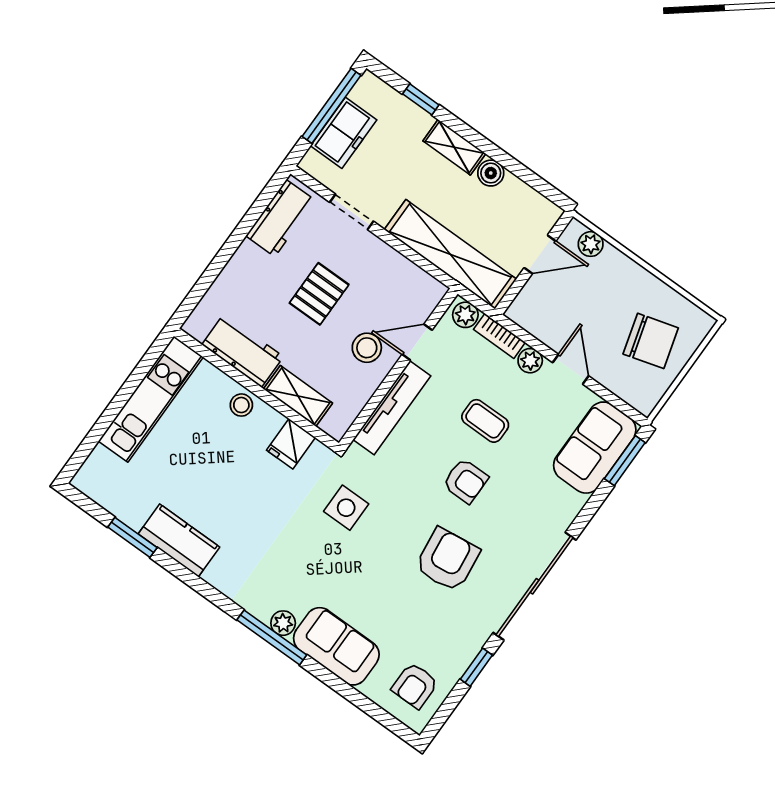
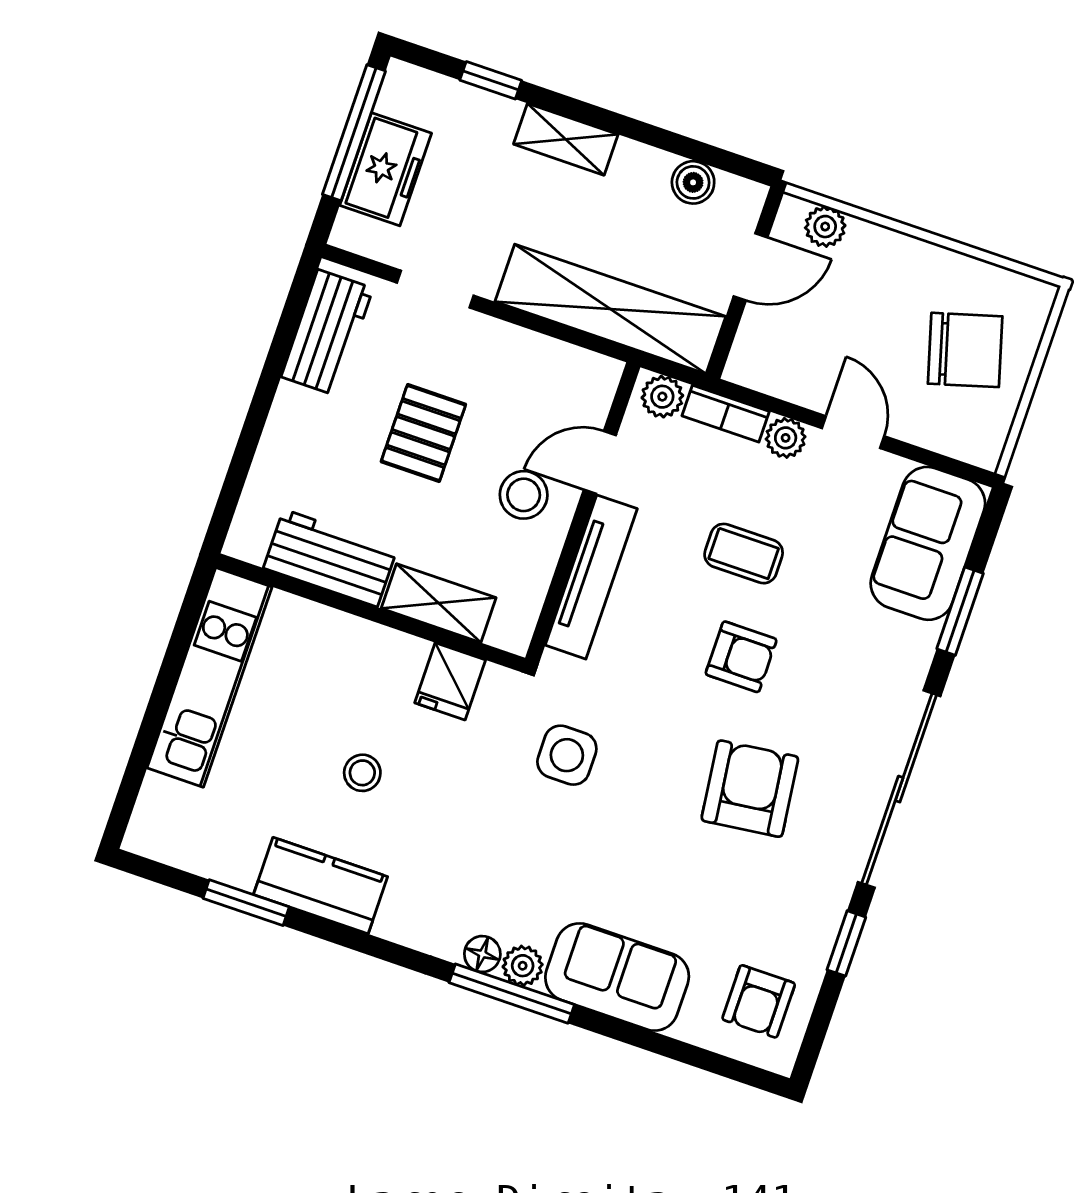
boiler: (491, 173) -> (693, 182), moved
stool: (241, 405) -> (362, 773), moved
window: (625, 461) -> (960, 611), moved
floor lamp: (262, 609) -> (482, 954), added

